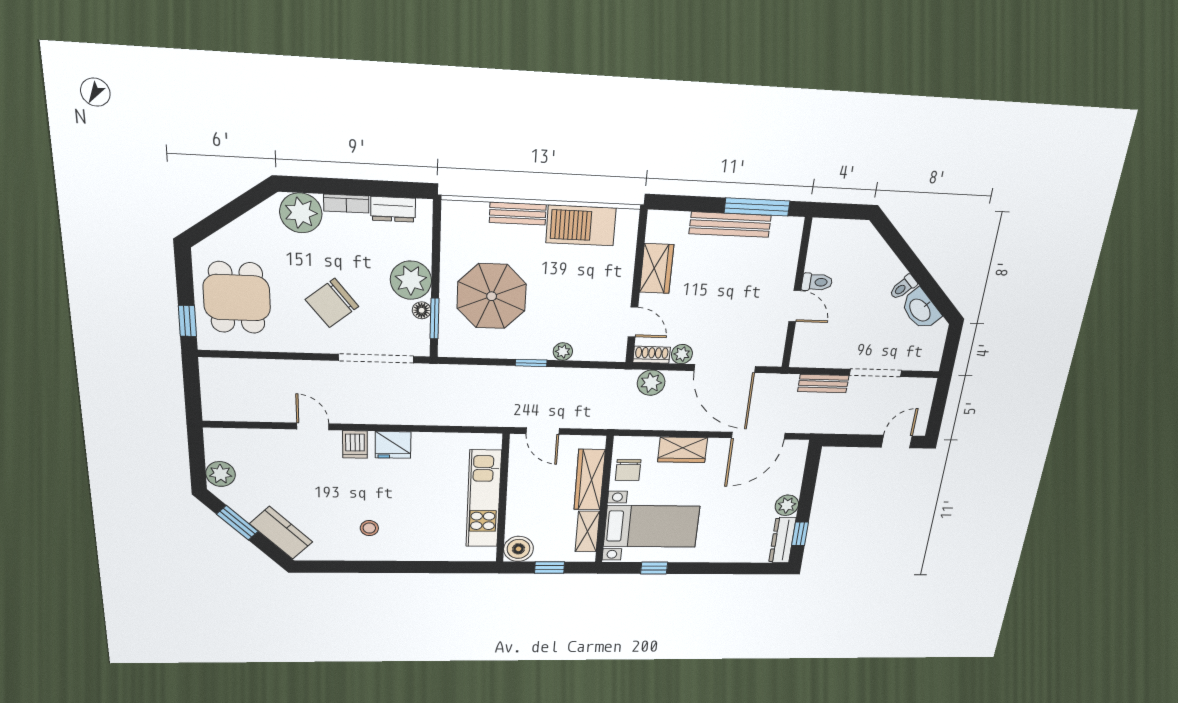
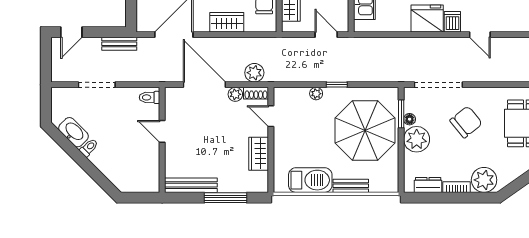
window: (757, 207) -> (226, 198), moved
bench: (730, 225) -> (191, 185), moved
toilet: (817, 282) -> (149, 97), moved
parasol: (492, 296) -> (365, 130), width x1.36, depth x1.36
bench: (823, 384) -> (119, 44), moved
fridge: (393, 445) -> (427, 19), width x1.36, depth x1.34

